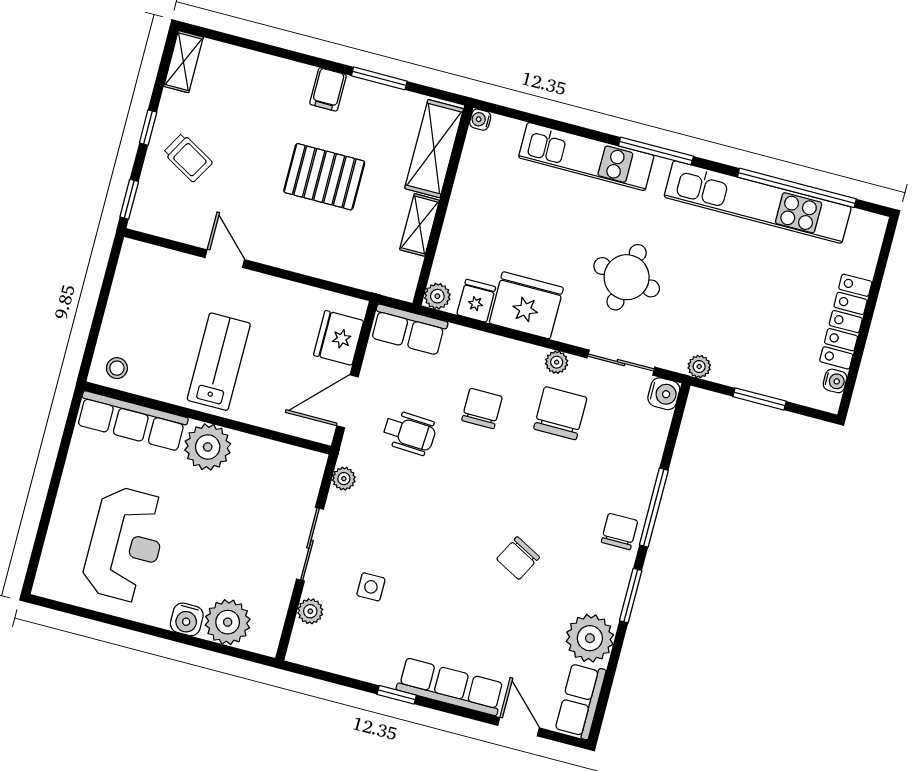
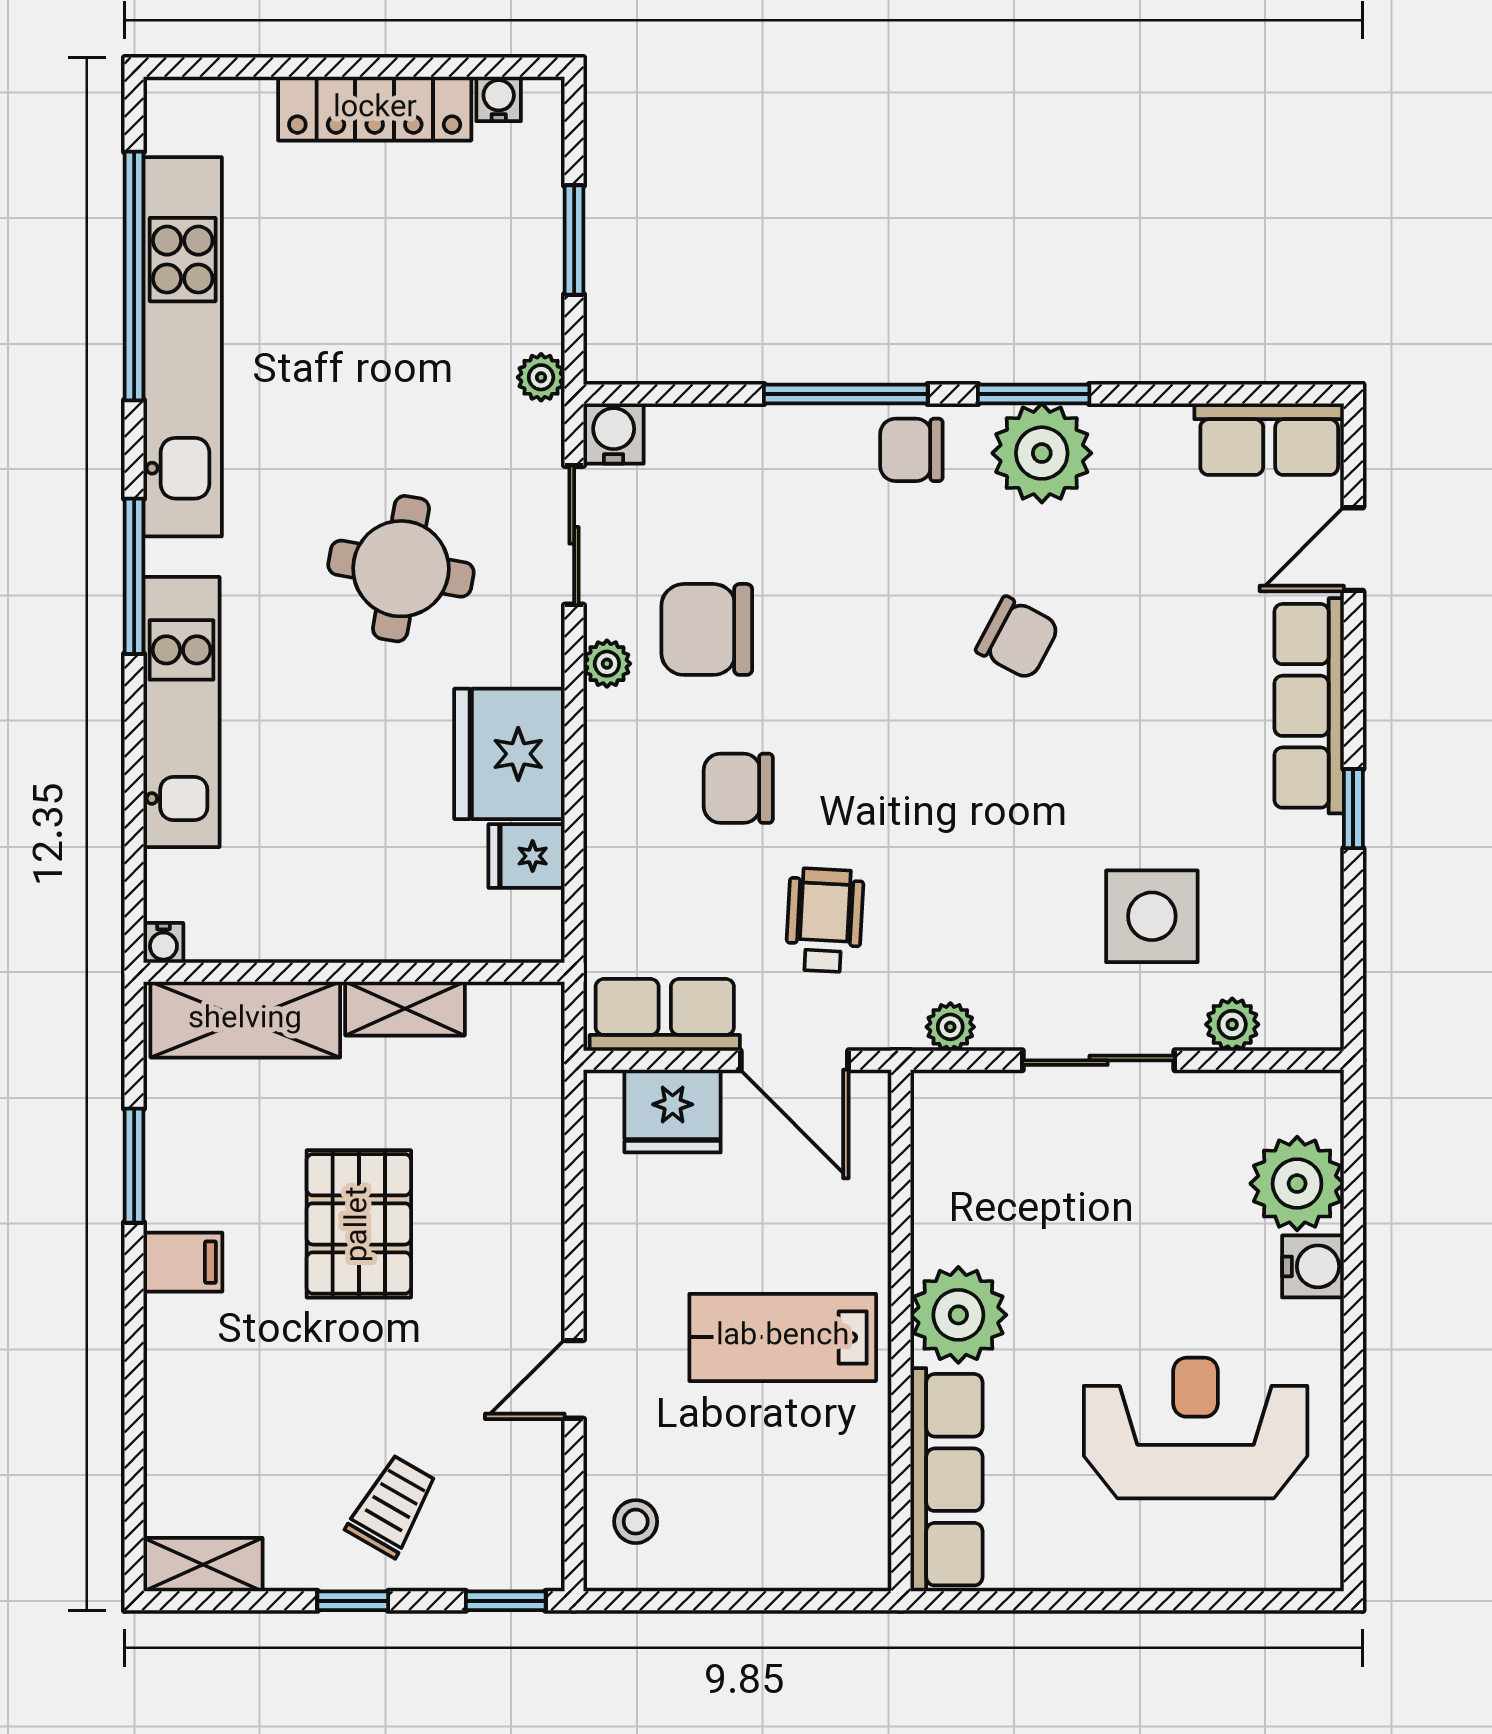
plant: (437, 296) -> (538, 936), removed
row of seats: (409, 330) -> (665, 1015), moved, turned -90
stool: (117, 368) -> (636, 1522), moved
side table: (371, 587) -> (1152, 916), width x1.87, depth x1.87
plant: (590, 638) -> (1042, 453), moved

